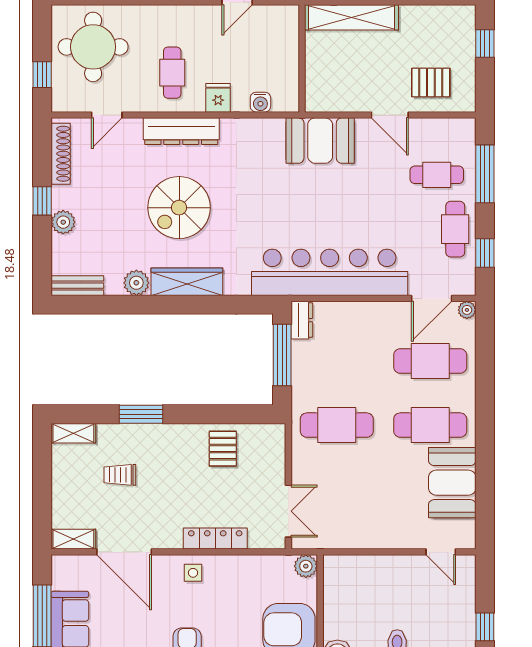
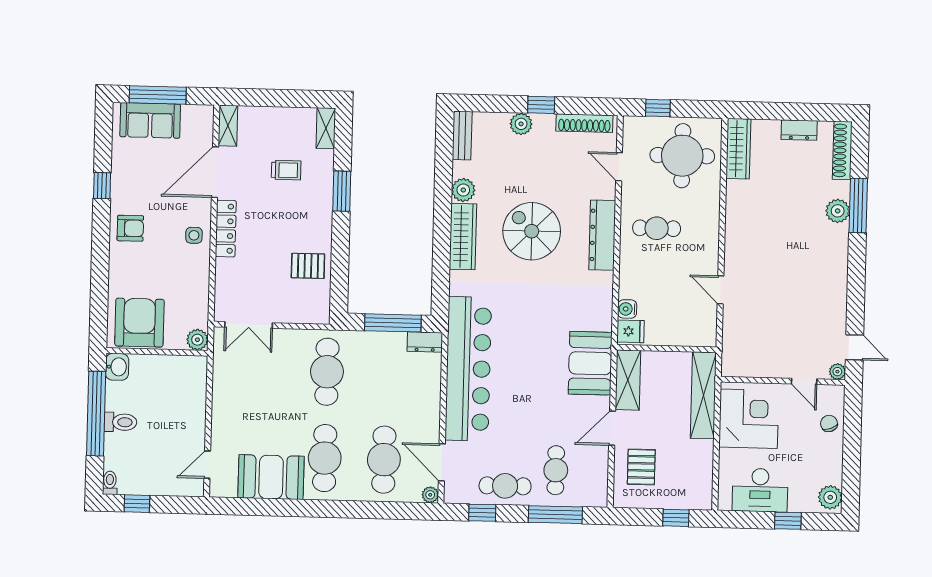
fridge: (218, 98) -> (631, 331), moved
shelving: (337, 99) -> (628, 380), added
trolley: (120, 475) -> (286, 170), turned 90
locker: (215, 539) -> (226, 229), moved

